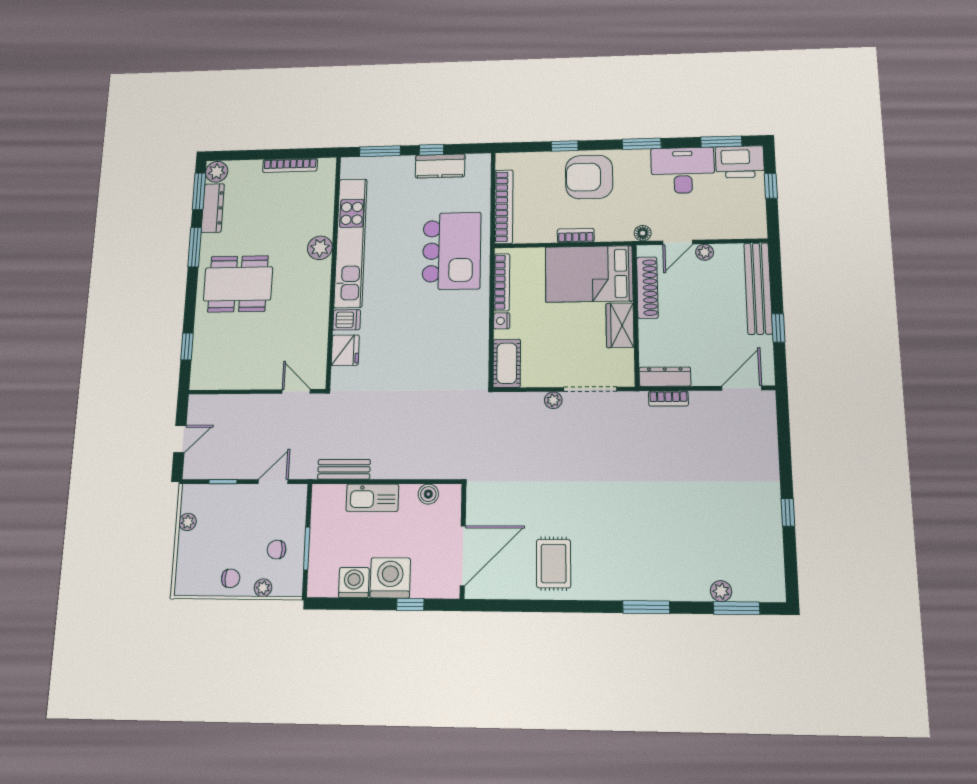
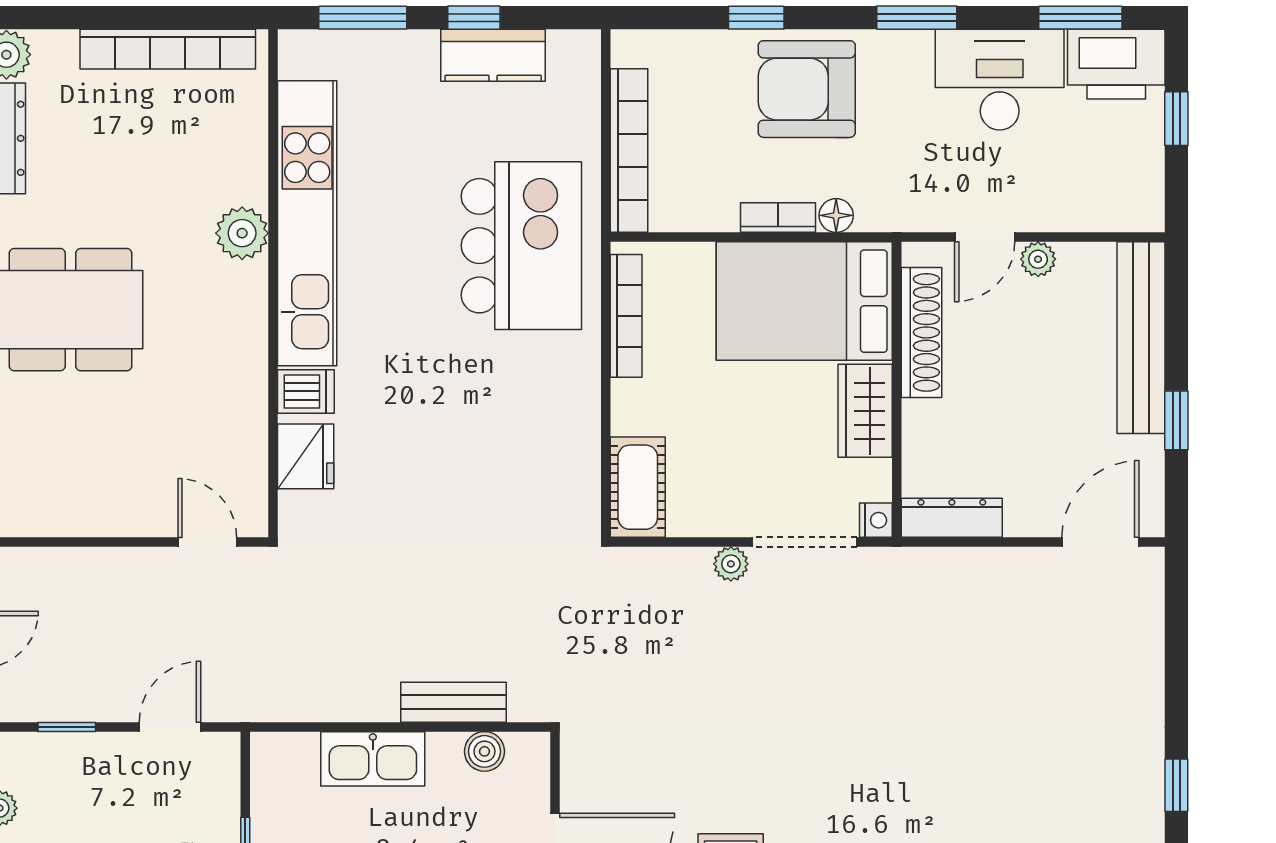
bookcase: (290, 165) -> (168, 49), width x1.48, depth x1.31
floor lamp: (643, 233) -> (836, 215), moved
nightstand: (502, 321) -> (876, 520), moved, turned 180
bookcase: (668, 399) -> (958, 562), removed
bench: (344, 469) -> (453, 702), moved

